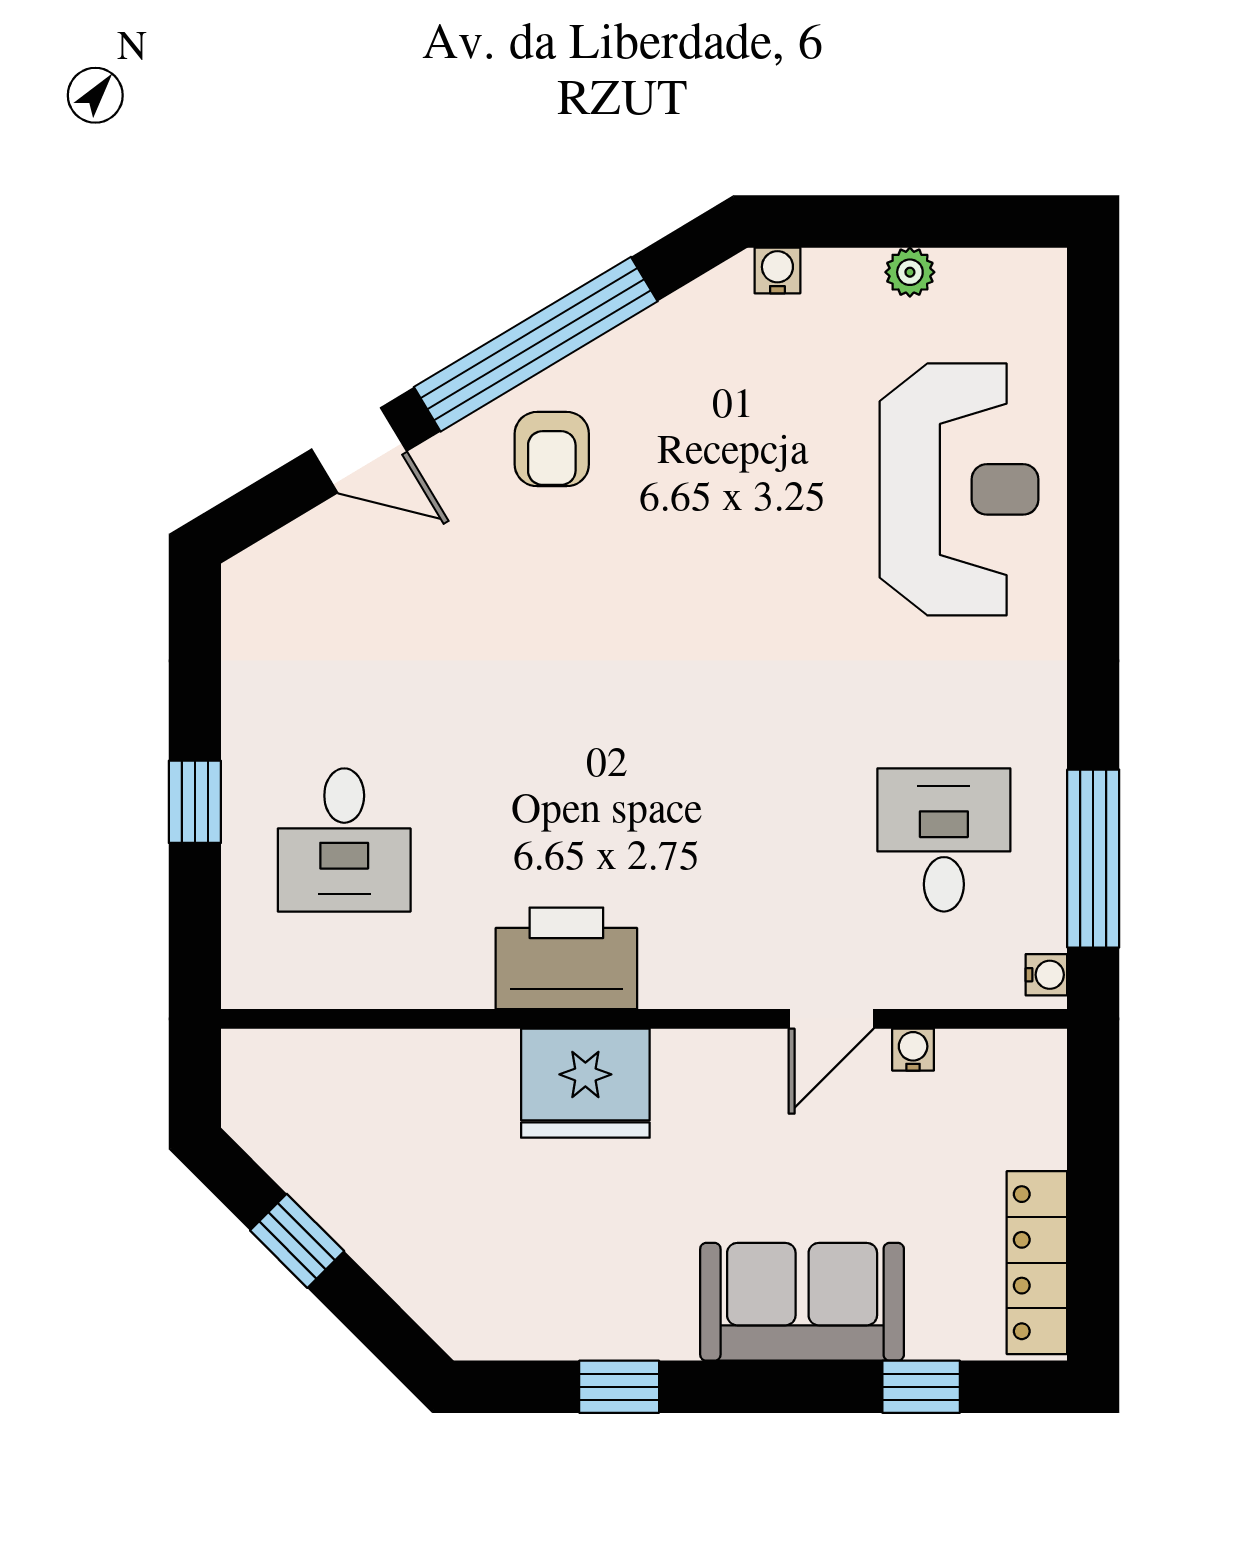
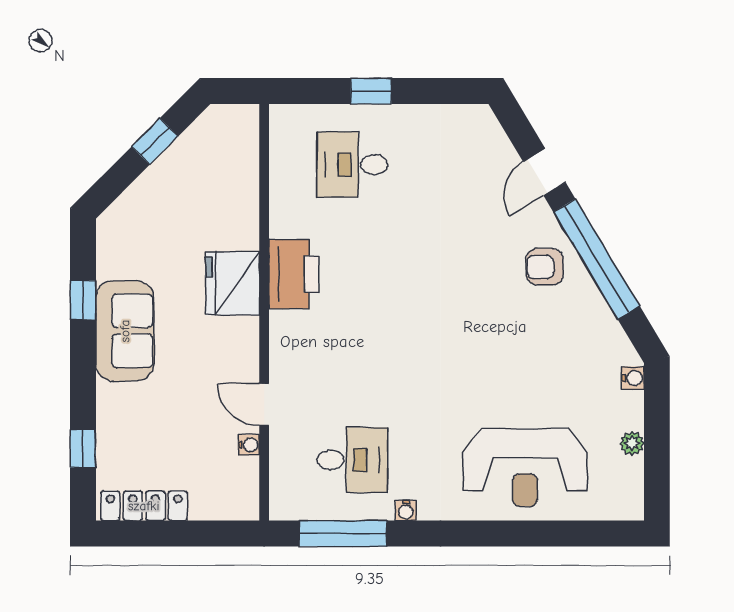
water cooler: (1046, 975) -> (406, 511), moved
sofa: (802, 1302) -> (125, 331), moved

